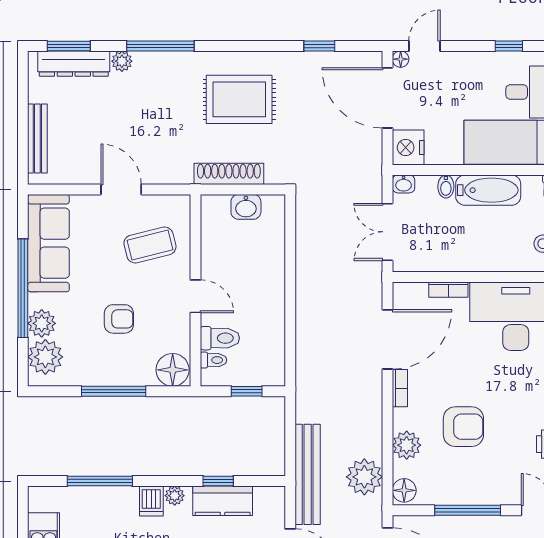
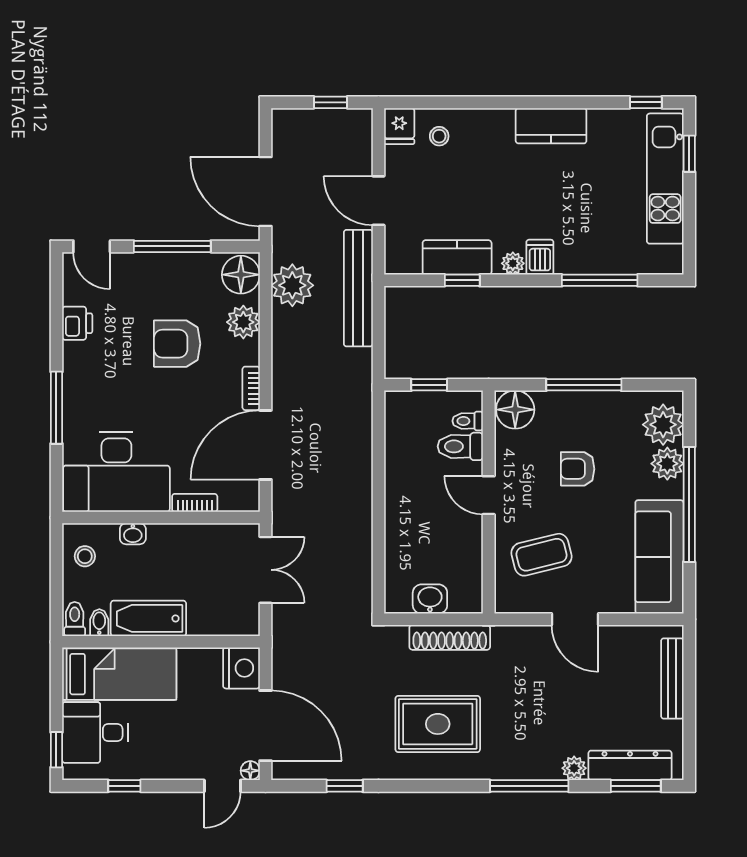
washbasin: (404, 184) -> (133, 534), moved, turned 180
bidet: (446, 187) -> (99, 623), moved
floor lamp: (404, 490) -> (241, 275), width x1.38, depth x1.38

